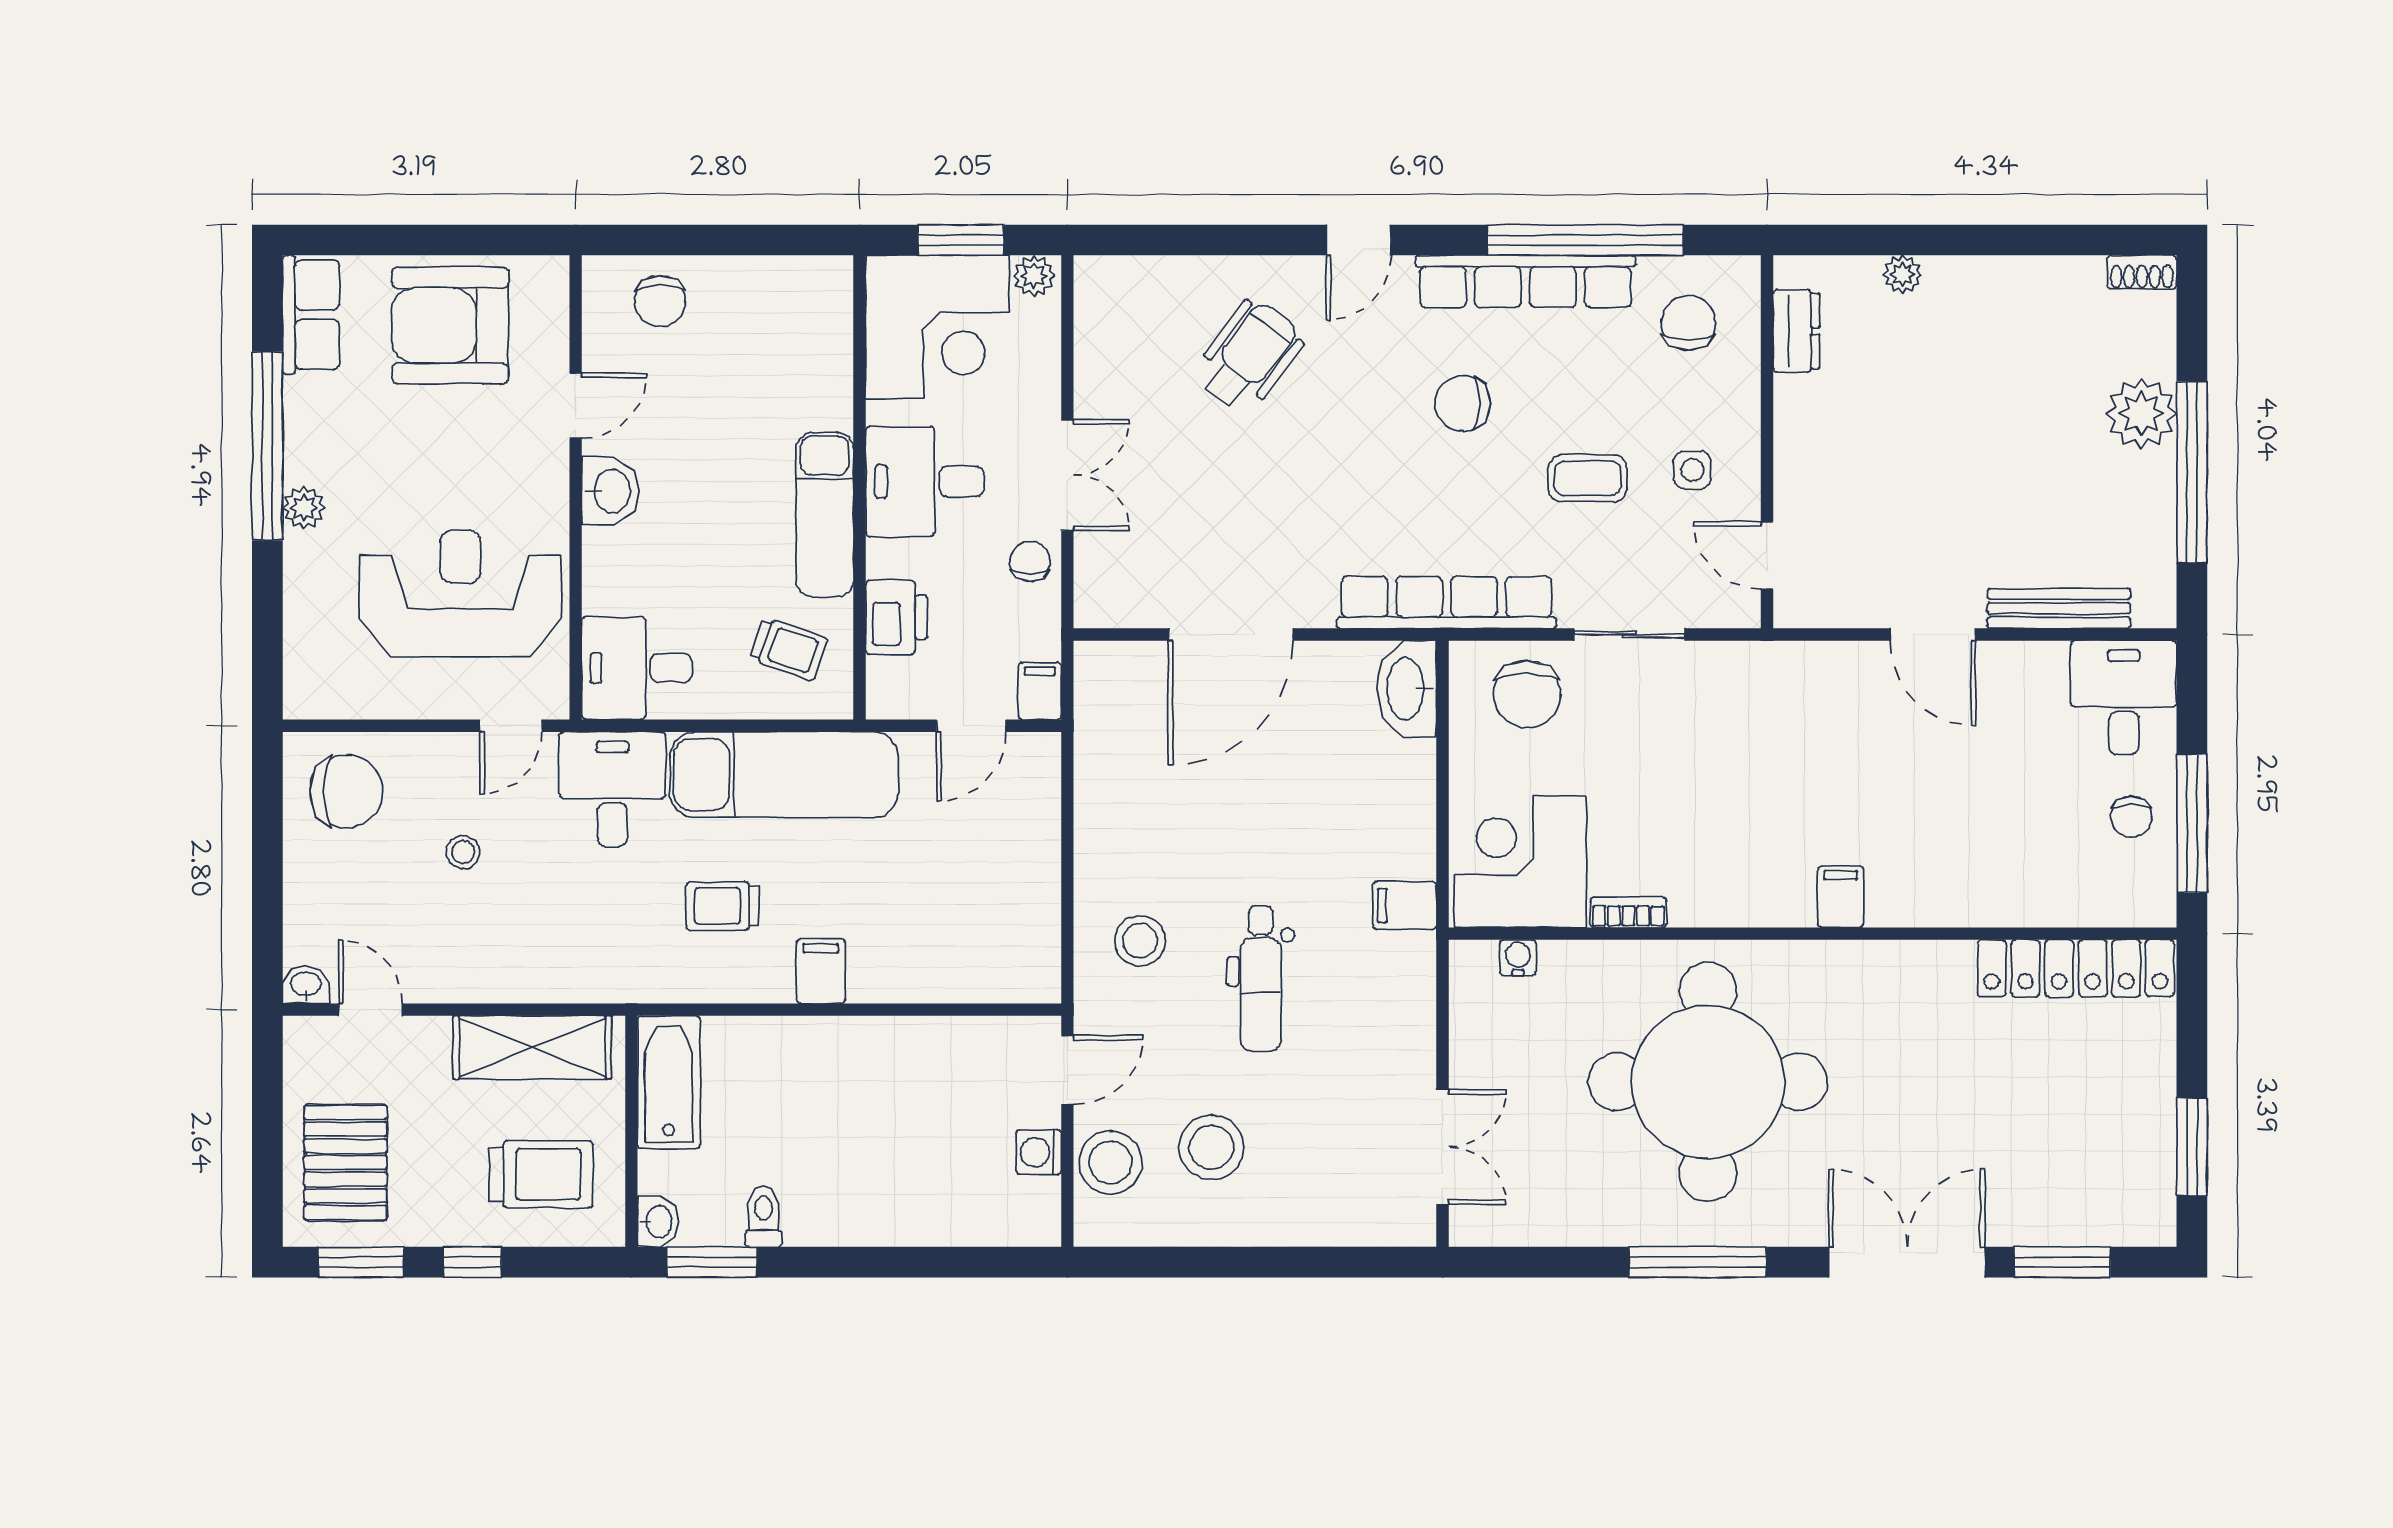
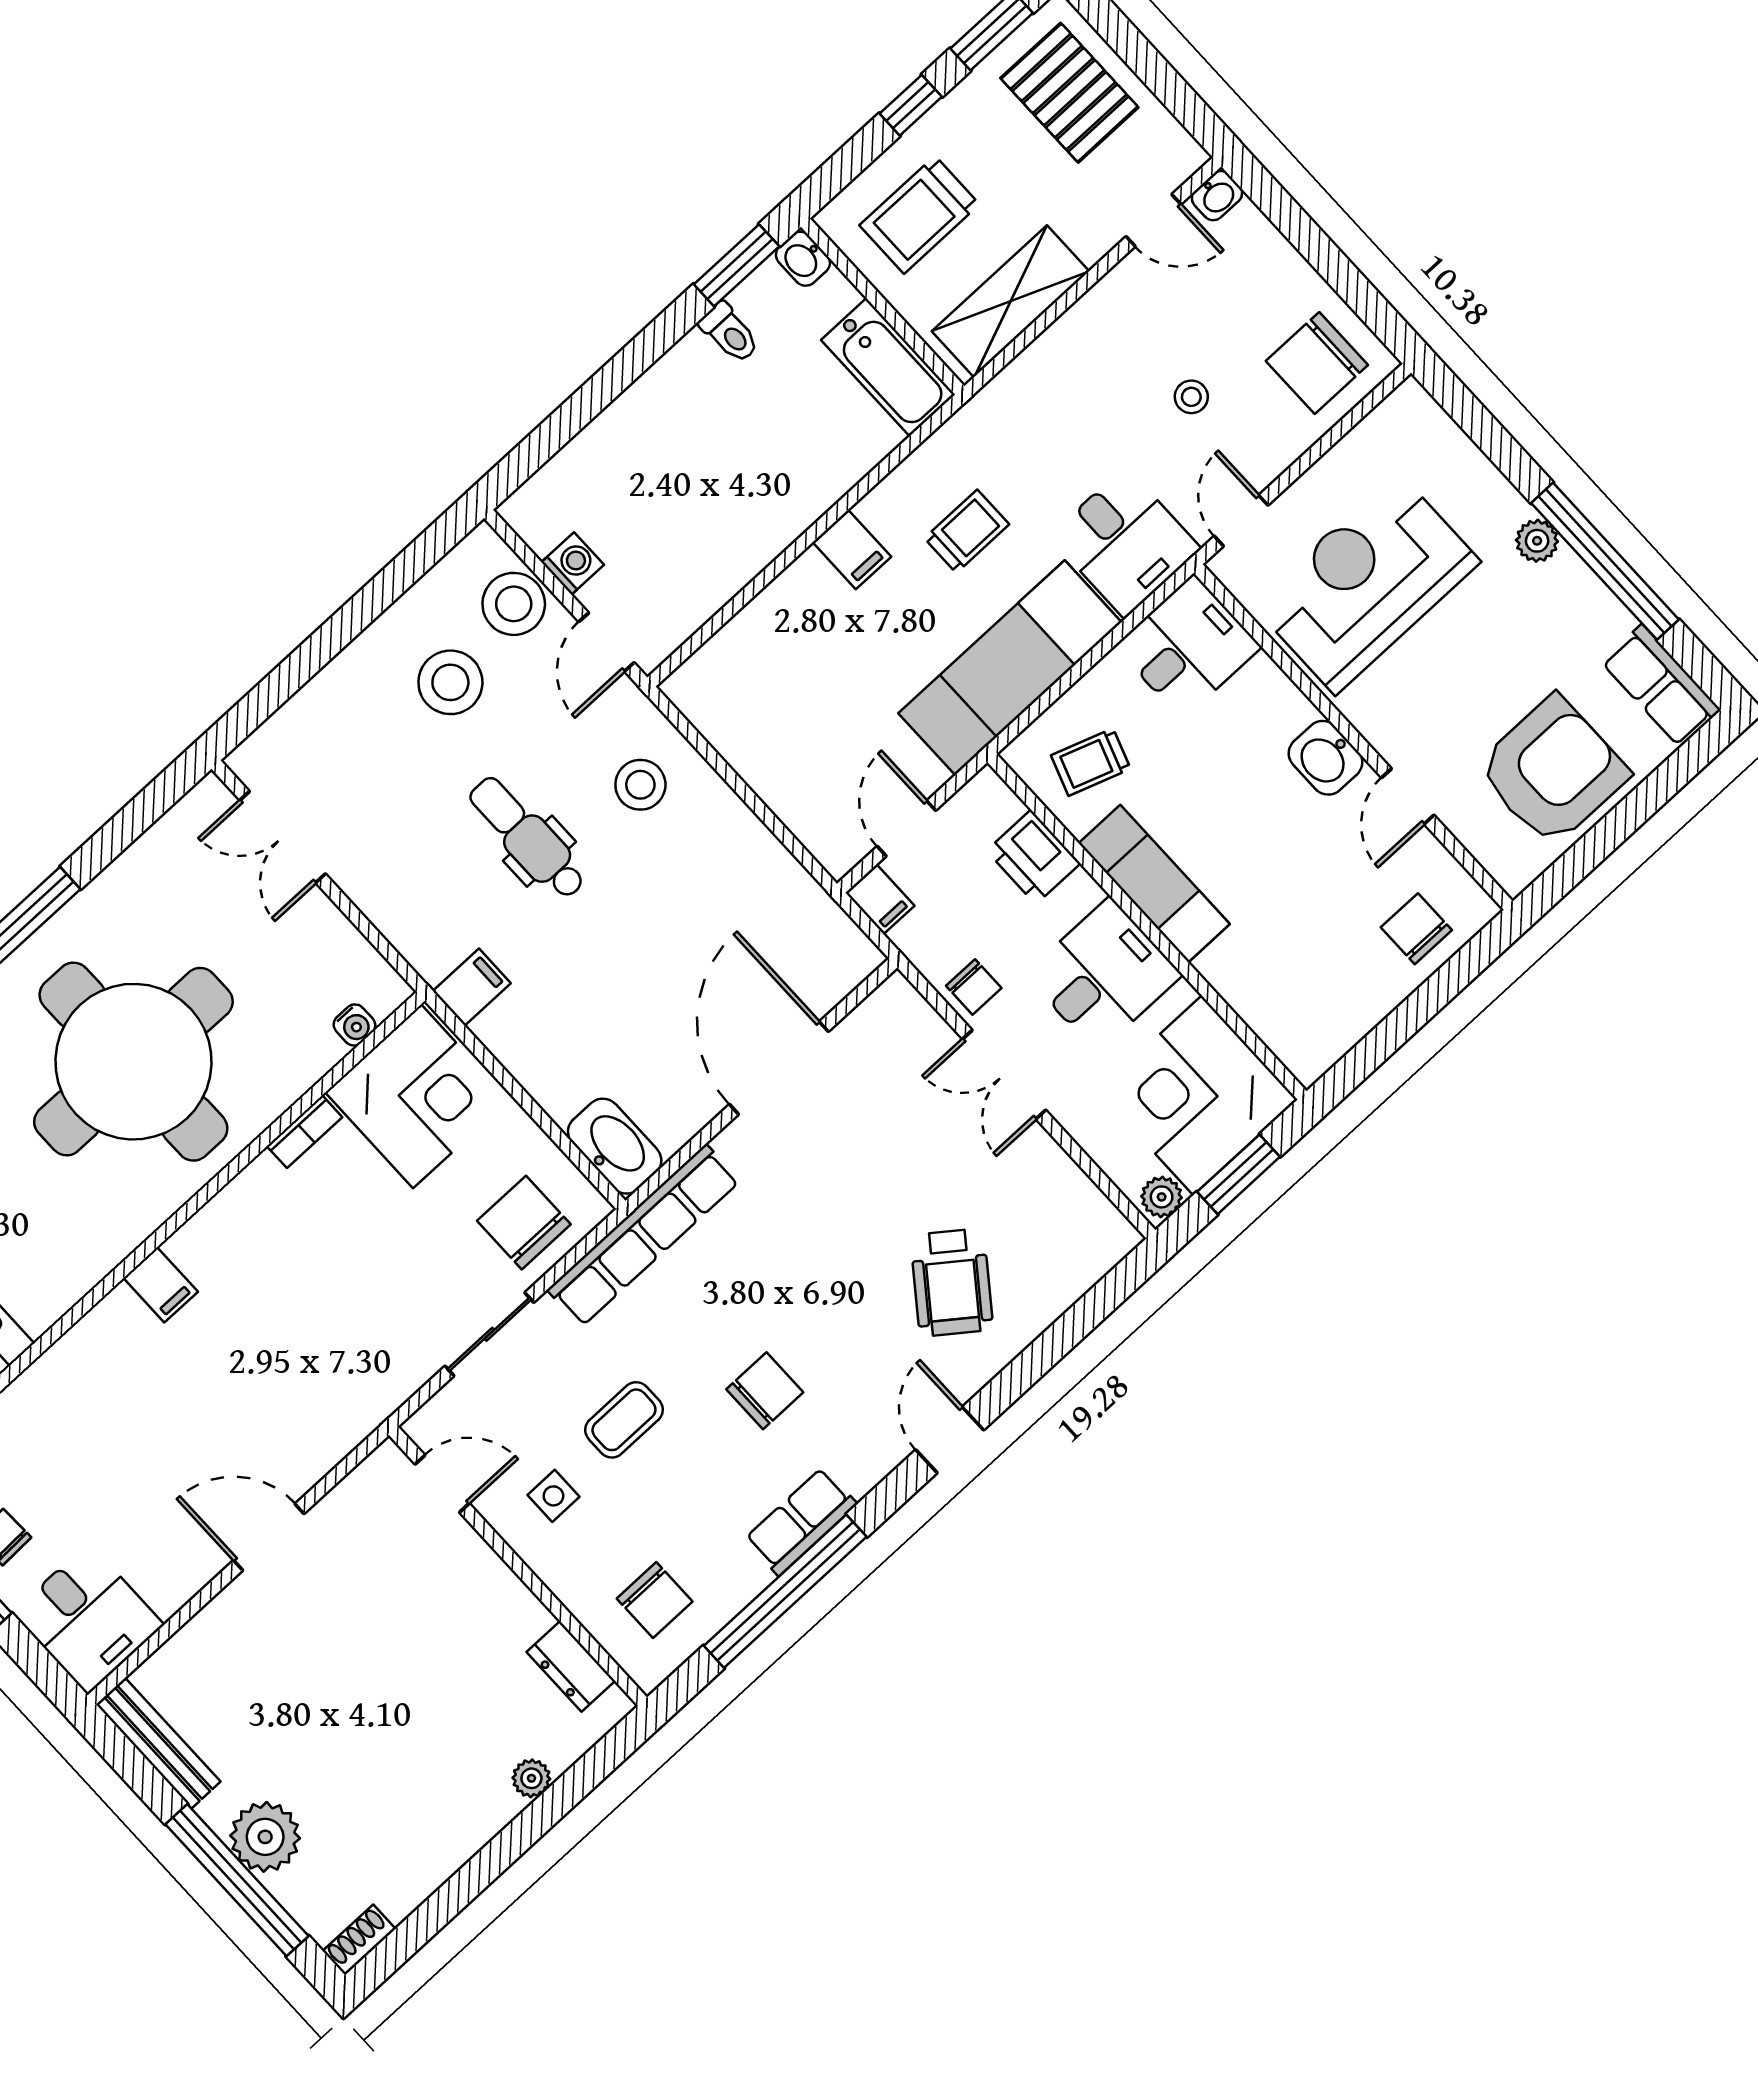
row of seats: (1525, 281) -> (801, 1521), width x0.50
window: (2192, 472) -> (237, 1880), moved
reception desk: (460, 593) -> (1366, 583), turned 180
bench: (2059, 608) -> (158, 1743), moved, turned 90

